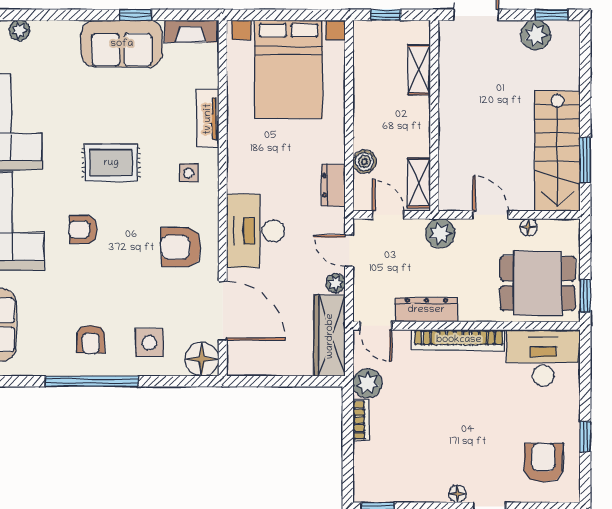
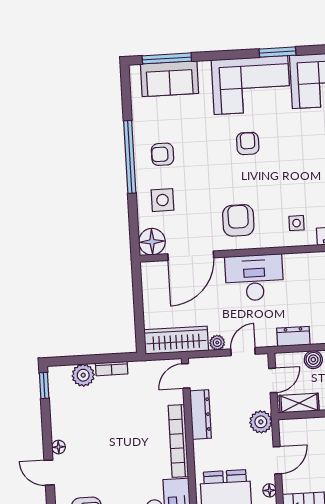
rug: (111, 163) -> (301, 162), removed
plant: (367, 383) -> (83, 375), moved

